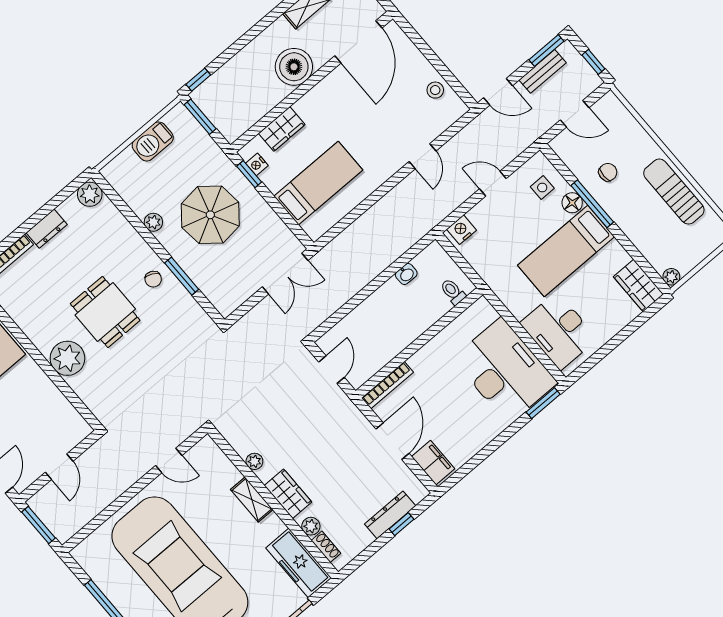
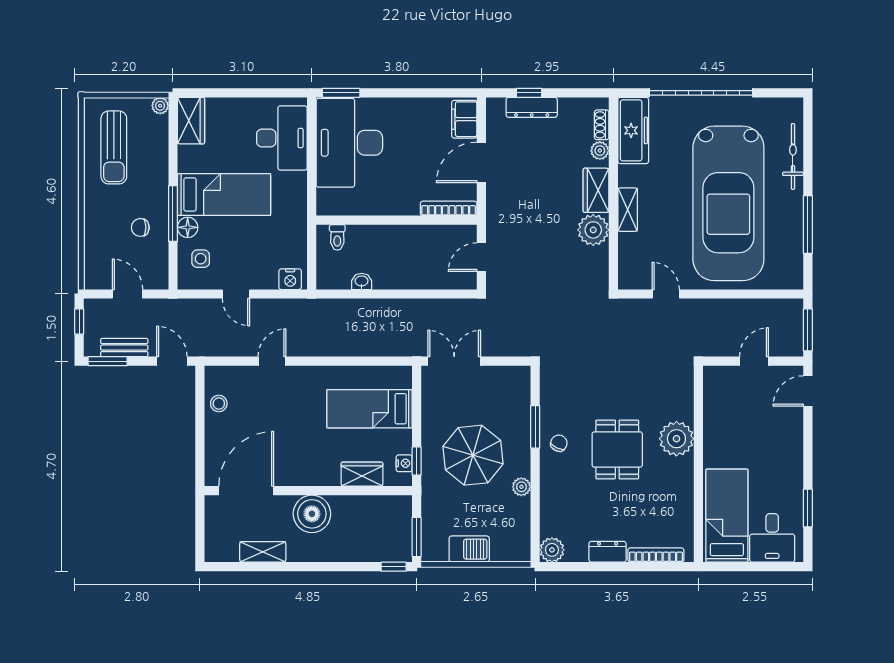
sun lounger: (674, 192) -> (114, 147), moved
plant: (254, 461) -> (593, 230), width x1.87, depth x1.87

